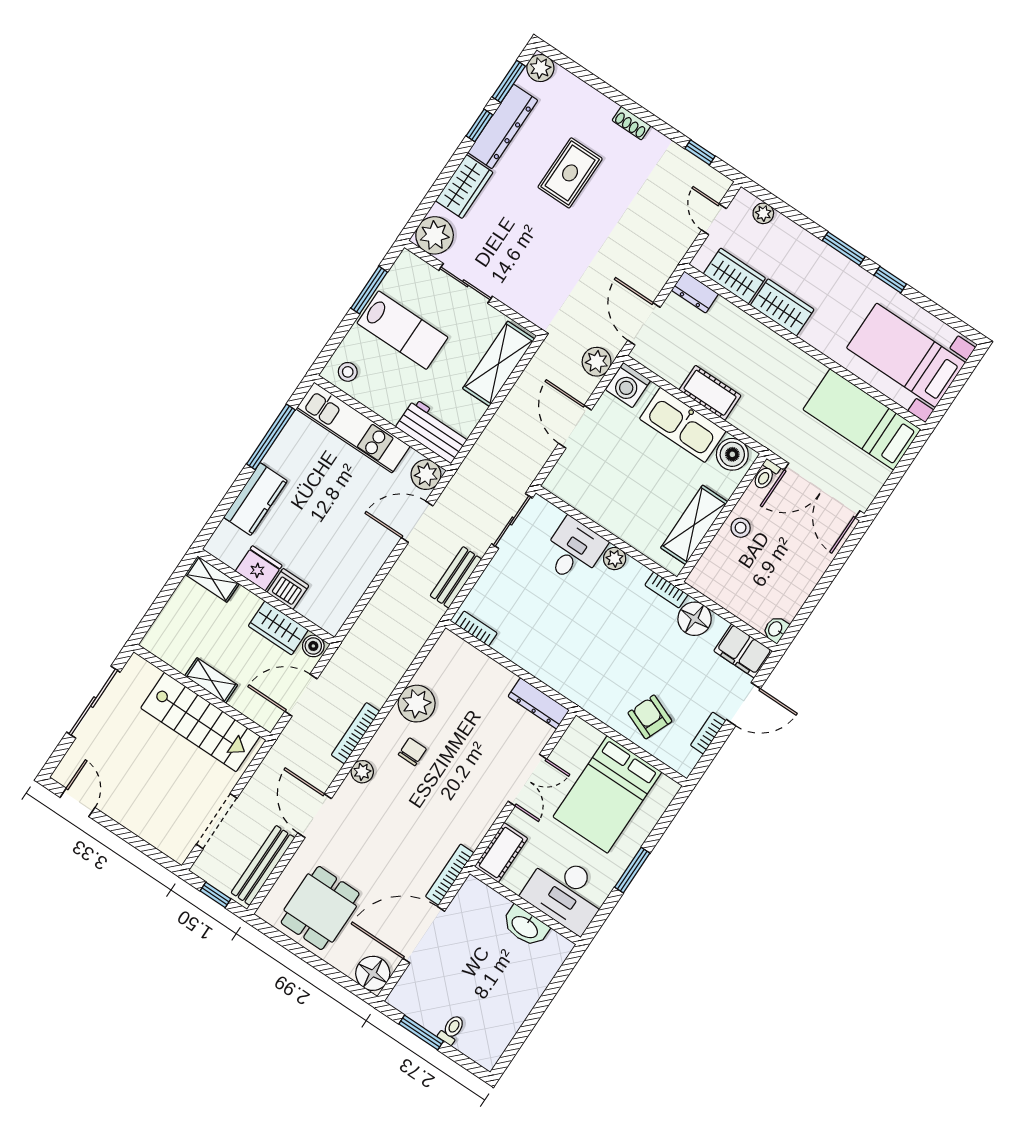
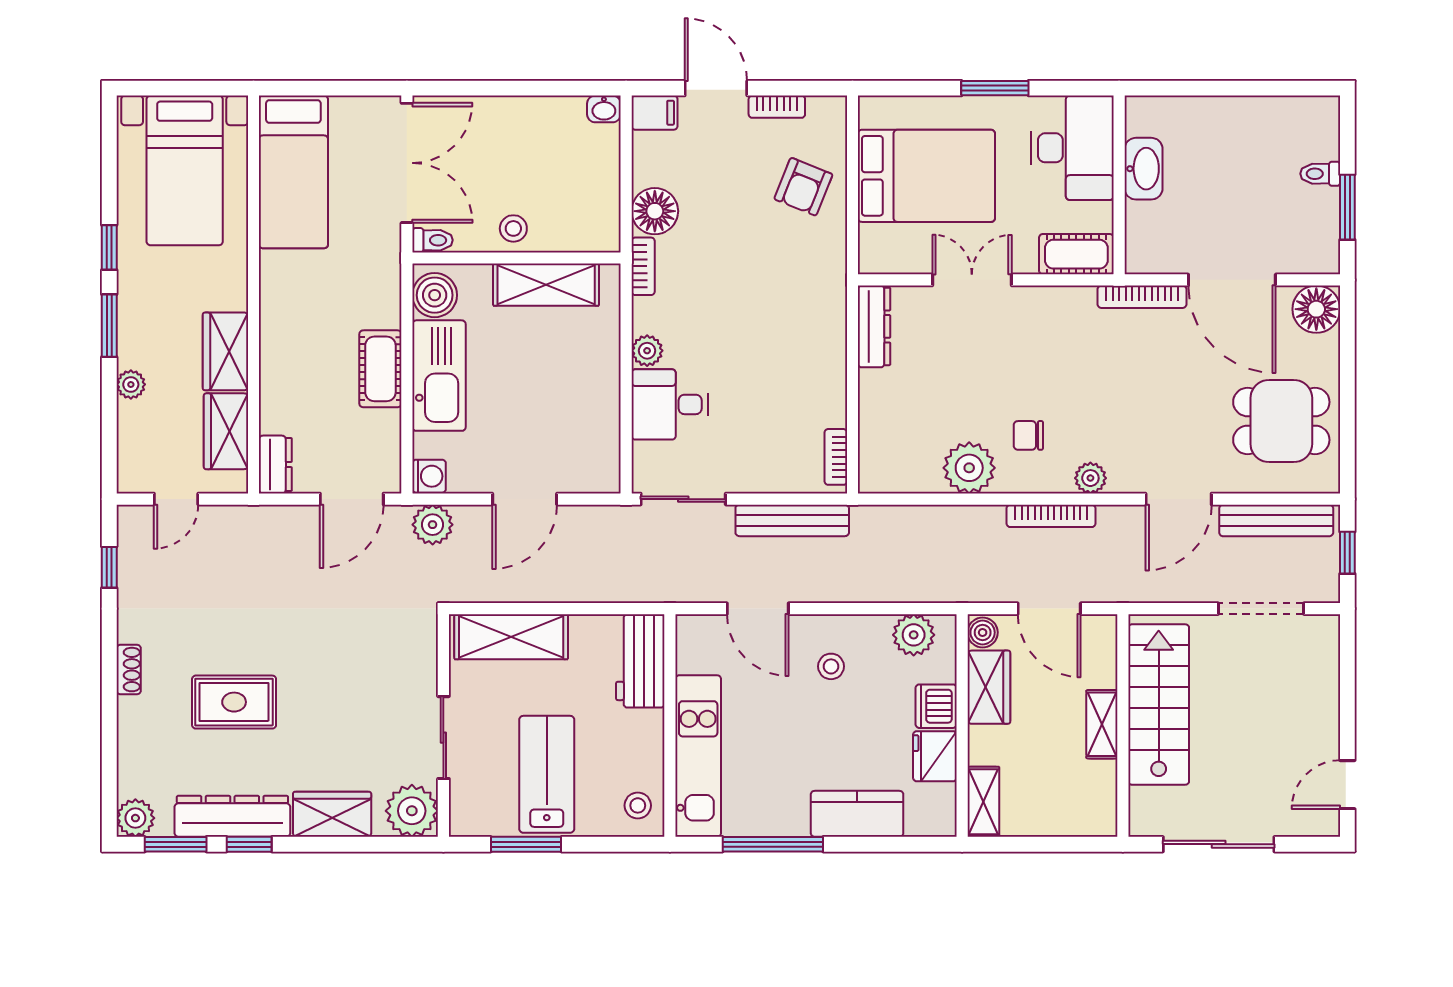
plant: (763, 213) -> (131, 384), moved
washing machine: (628, 385) -> (429, 476), width x0.73, depth x0.73
plant: (426, 475) -> (914, 635), moved
stool: (354, 542) -> (831, 666), added
bench: (456, 577) -> (792, 520), width x1.36
filing cabinet: (743, 651) -> (654, 113), width x0.50

